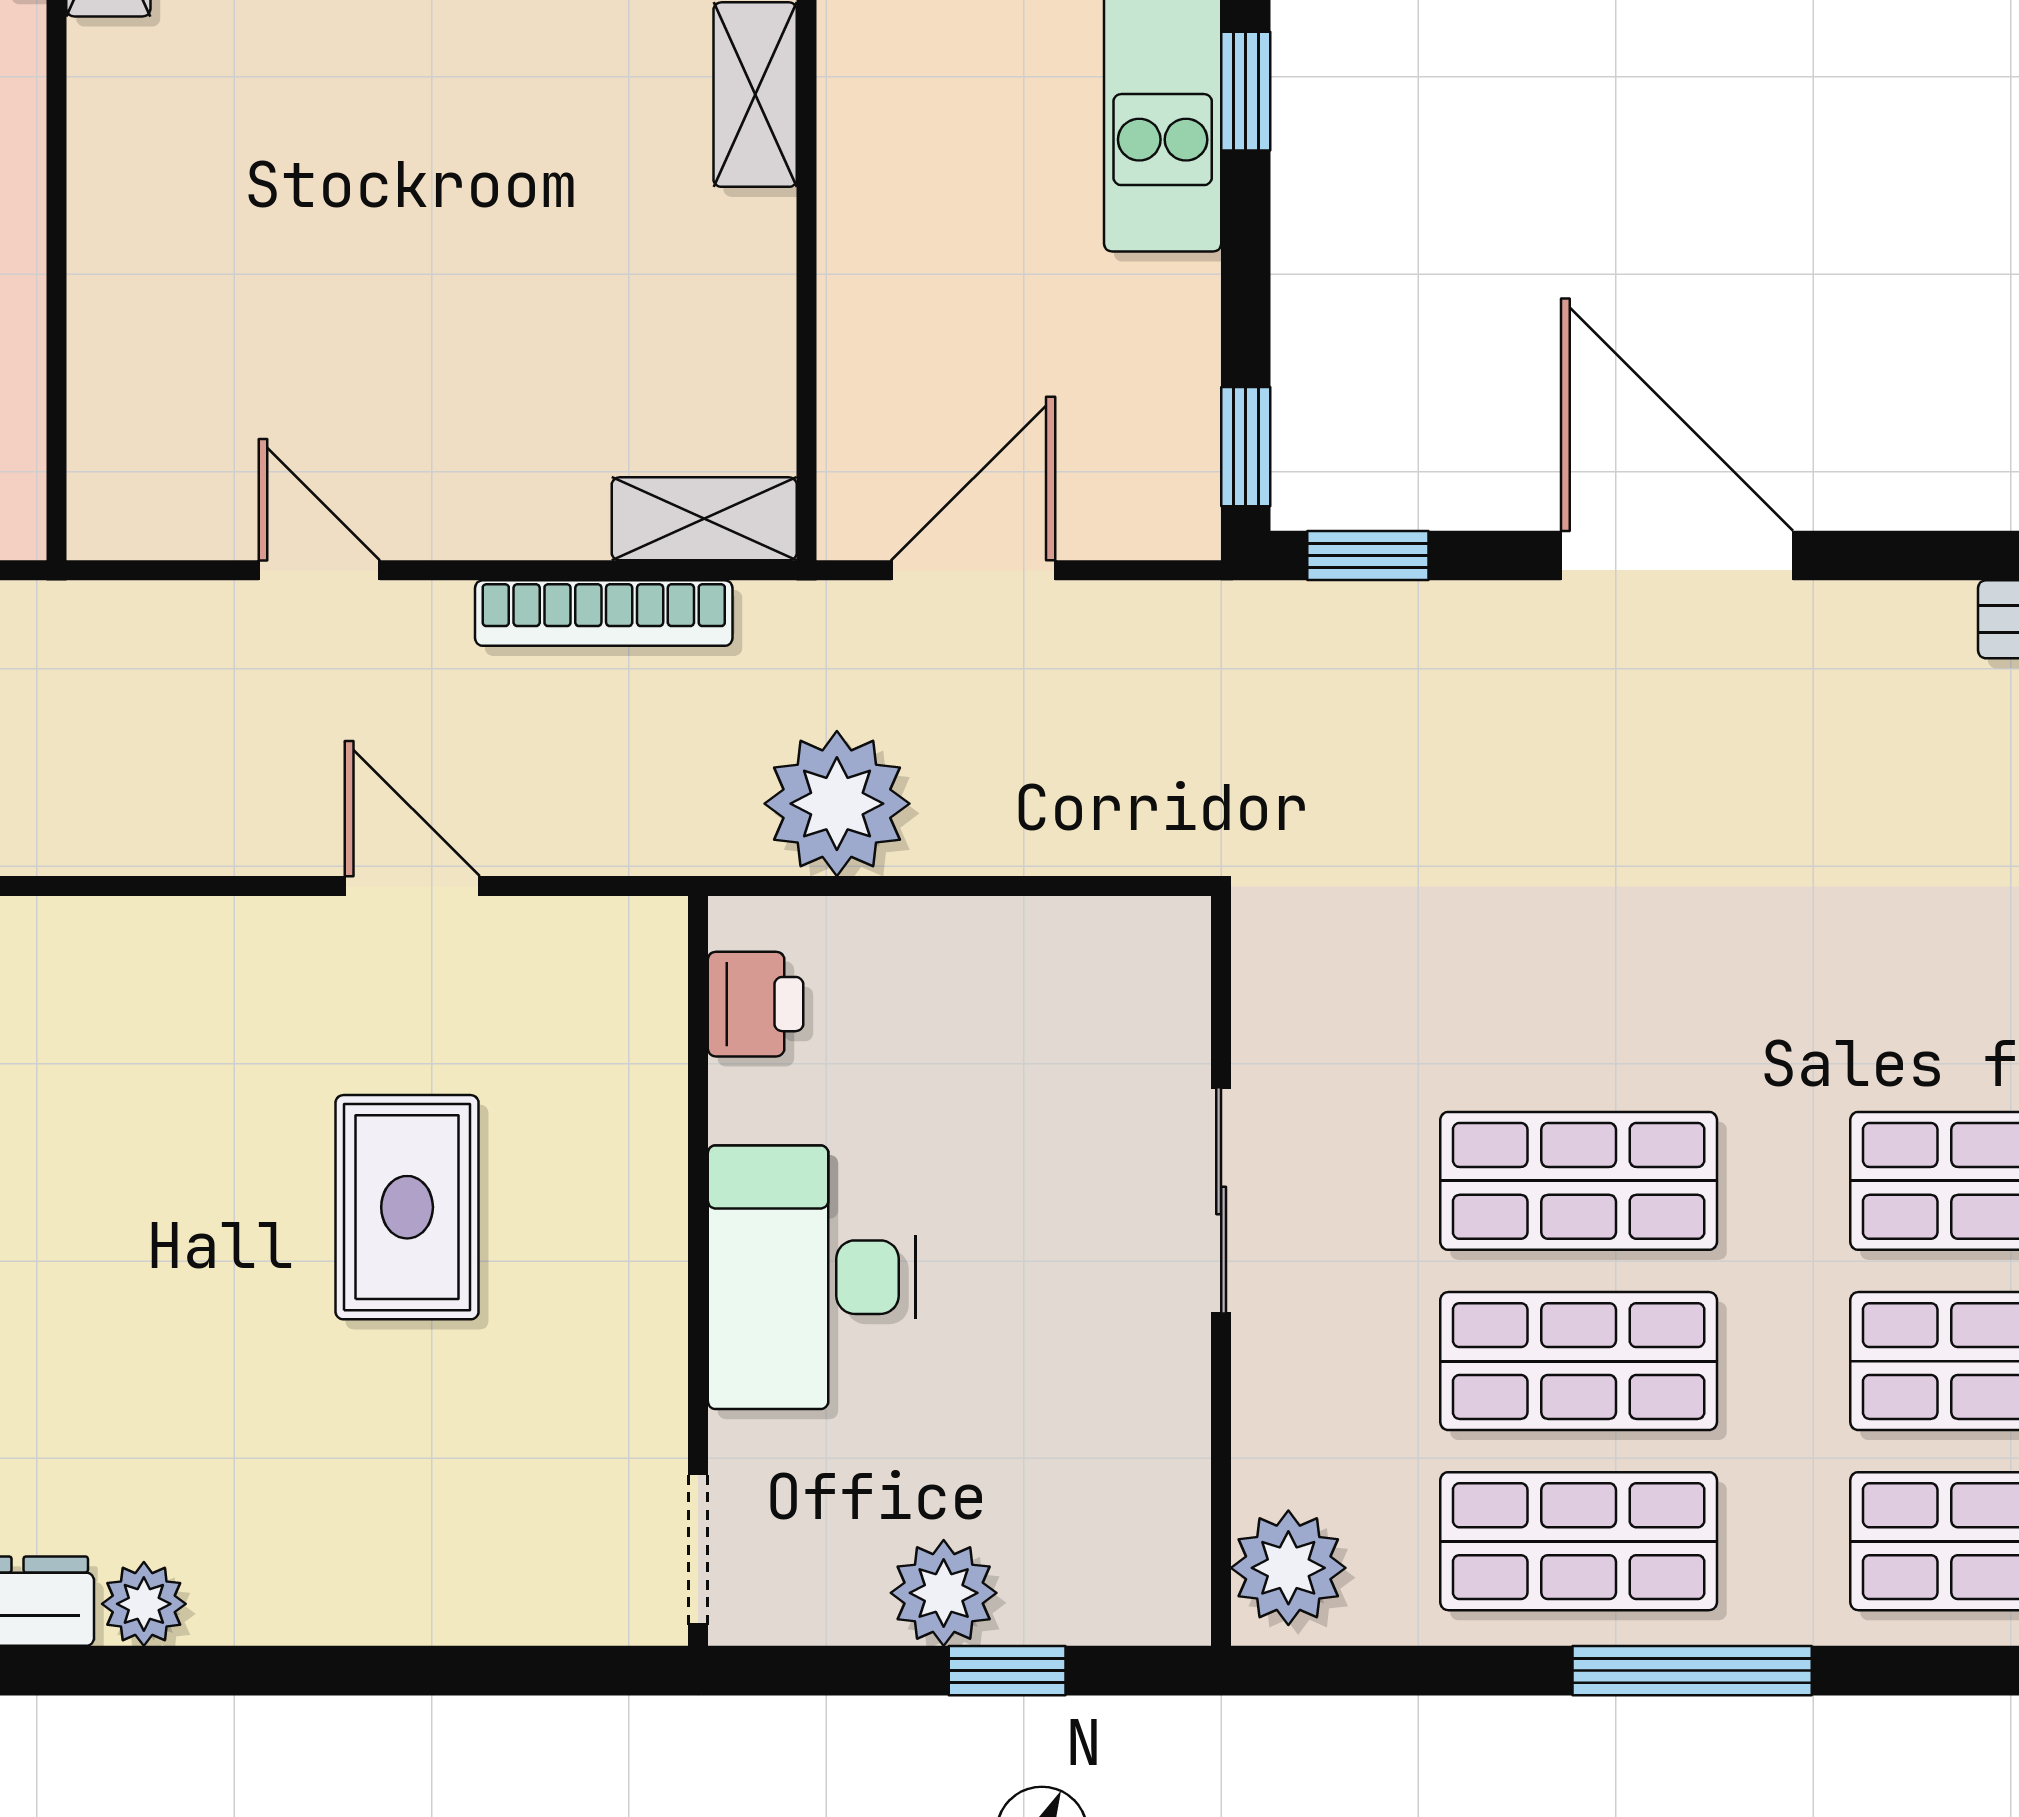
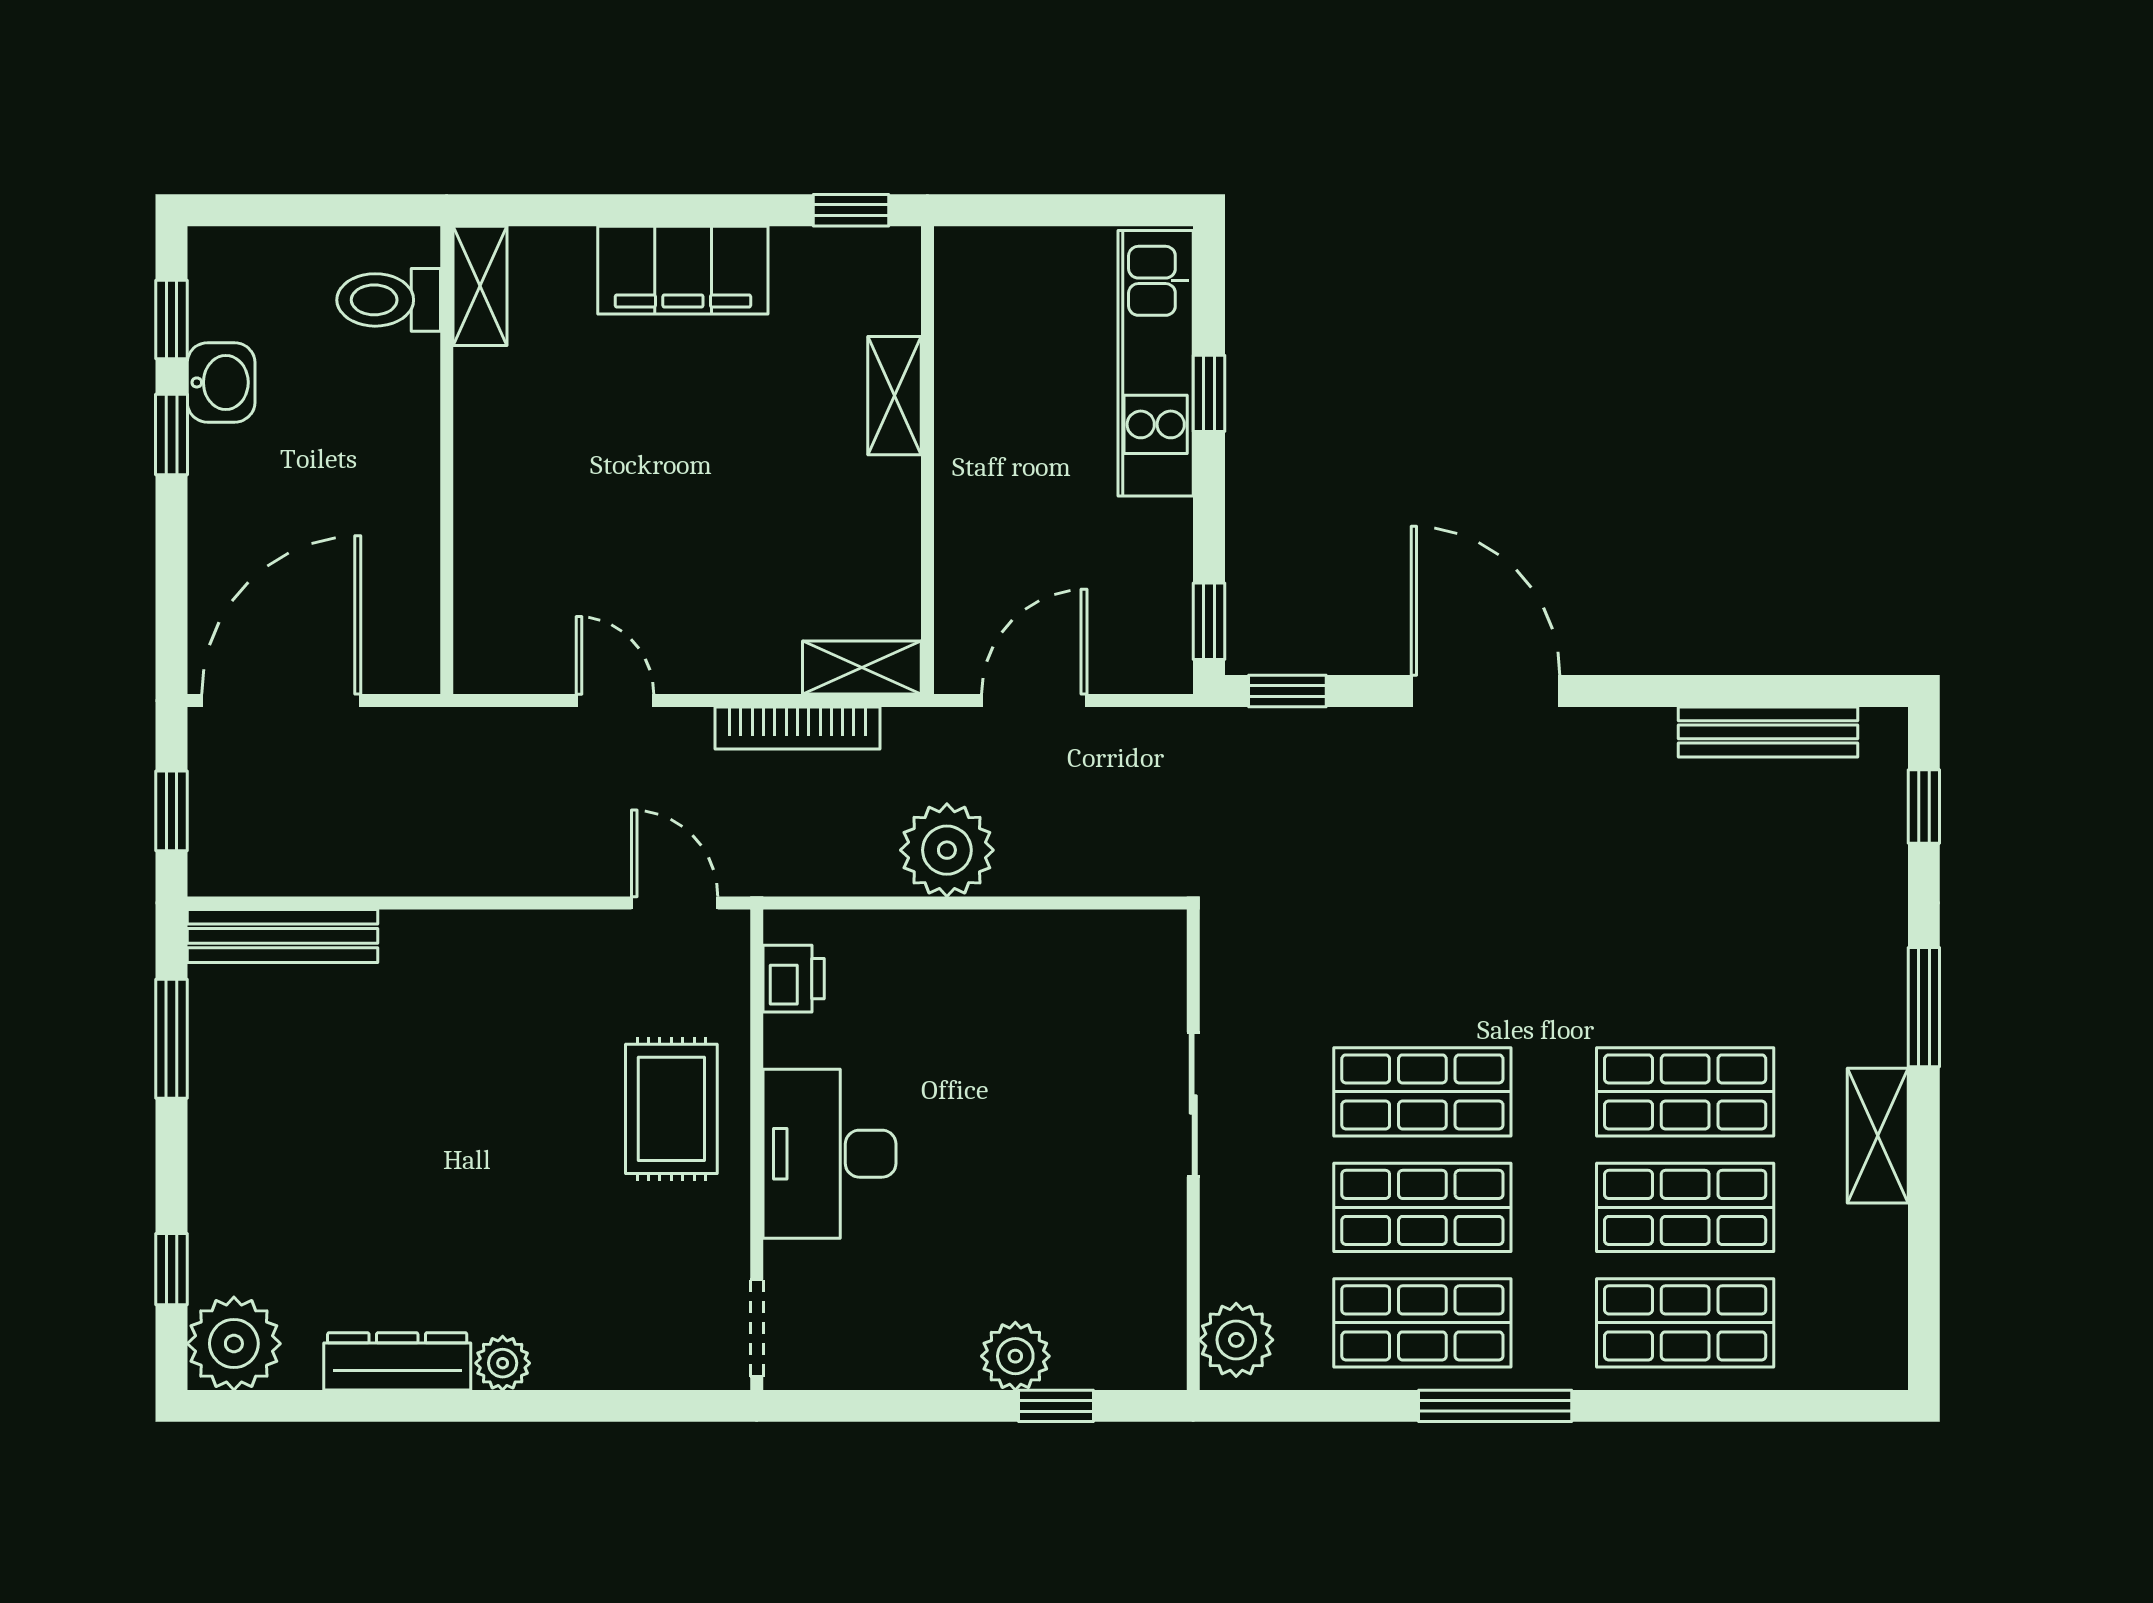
printer: (756, 1004) -> (794, 979), moved
wall: (698, 1271) -> (757, 1150), moved
desk: (812, 1277) -> (829, 1154), moved
doorway: (698, 1549) -> (757, 1328), moved

